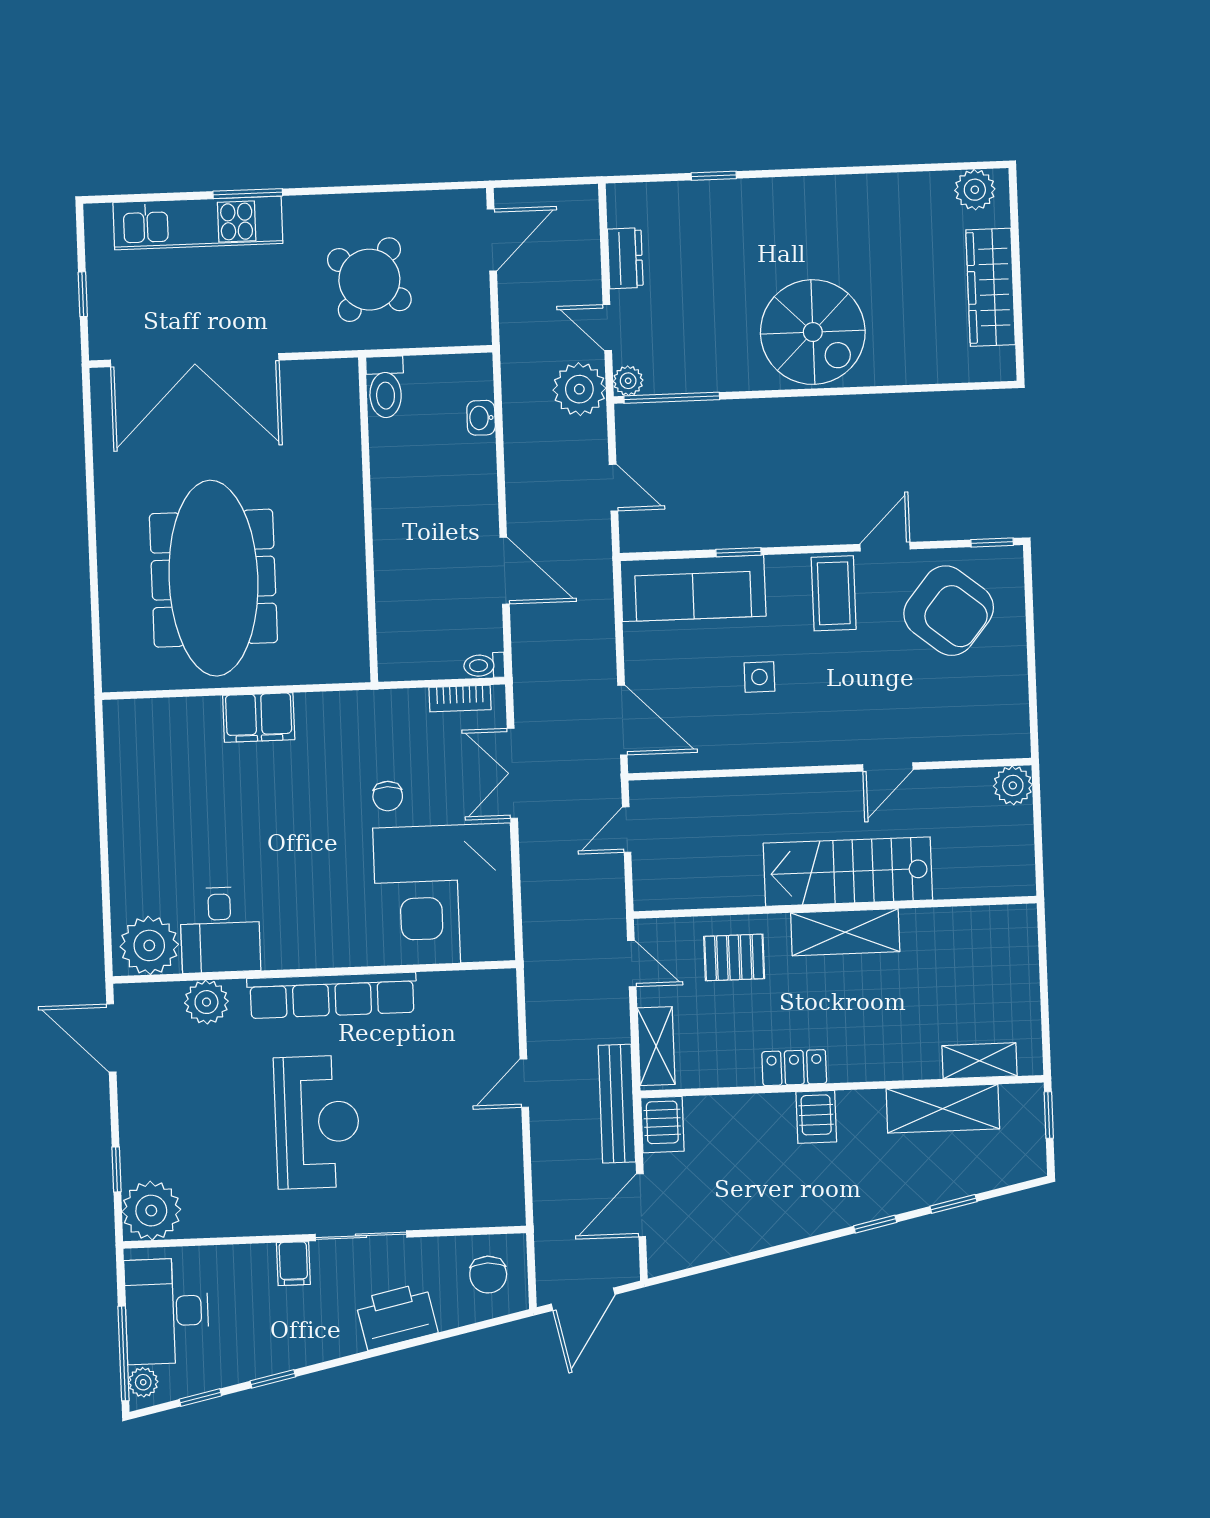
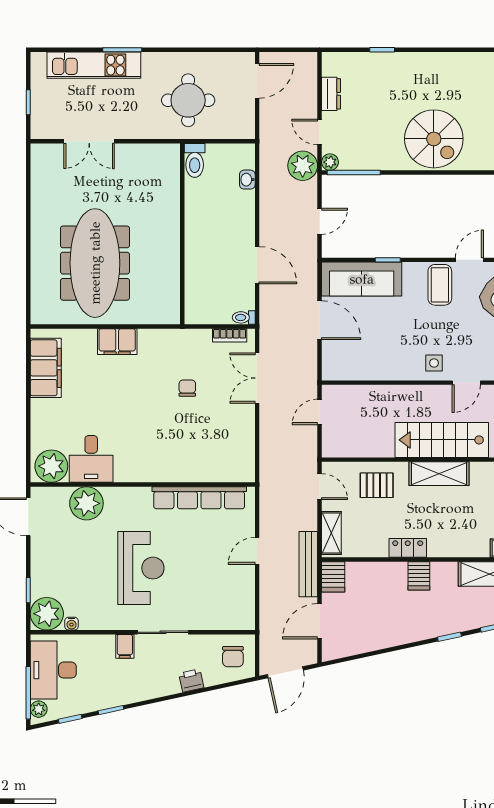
round table: (369, 280) -> (188, 100), turned -35
double door: (195, 360) -> (89, 141), width x0.54
door: (613, 488) -> (320, 221), hinge flipped
side table: (759, 677) -> (434, 363), moved
door: (622, 720) -> (320, 320), moved
filing cabinet: (132, 769) -> (46, 368), added
chair: (388, 796) -> (187, 388), turned 180
corner desk: (444, 894) -> (217, 444), removed
row of seats: (332, 995) -> (199, 498), moved
plant: (206, 1002) -> (86, 503), width x1.36, depth x1.36
water cooler: (196, 1227) -> (72, 624), added
printer: (397, 1316) -> (191, 680), width x0.53, depth x0.68

